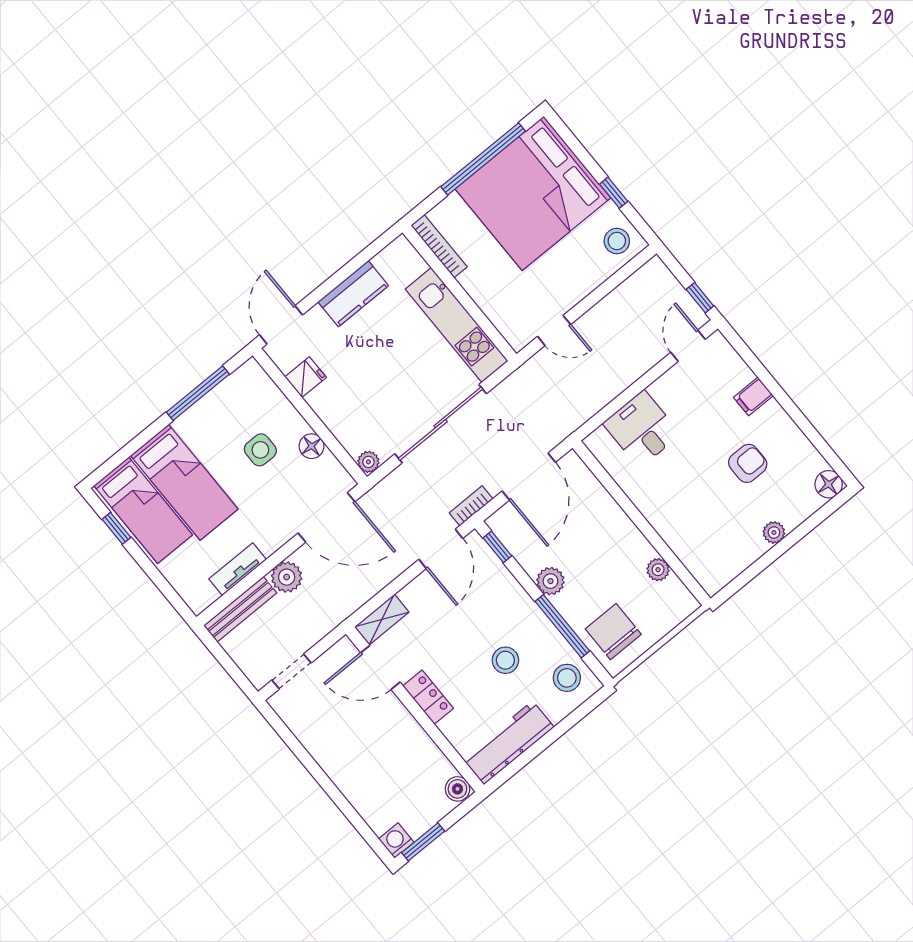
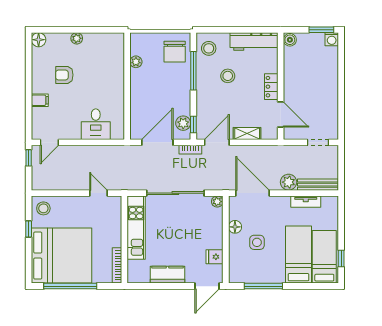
plant: (550, 581) -> (183, 123), moved
shelving: (382, 619) -> (247, 133), moved

